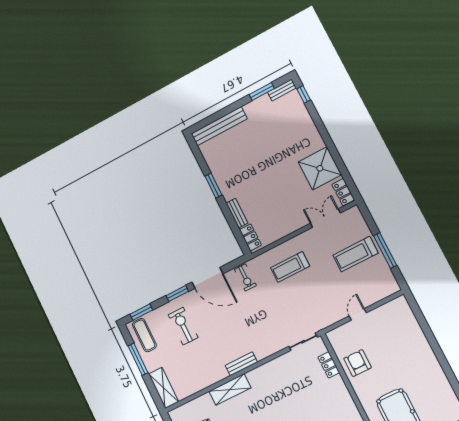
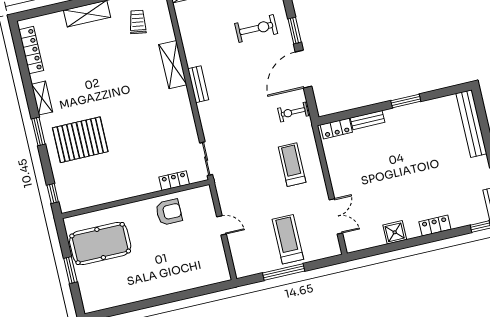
shower: (320, 168) -> (395, 232), width x0.54, depth x0.54
locker: (343, 192) -> (435, 226), moved

